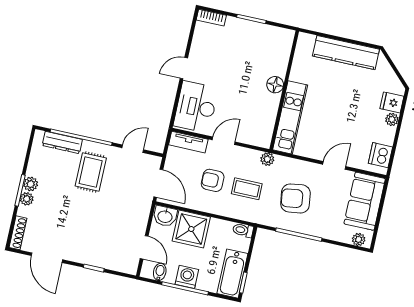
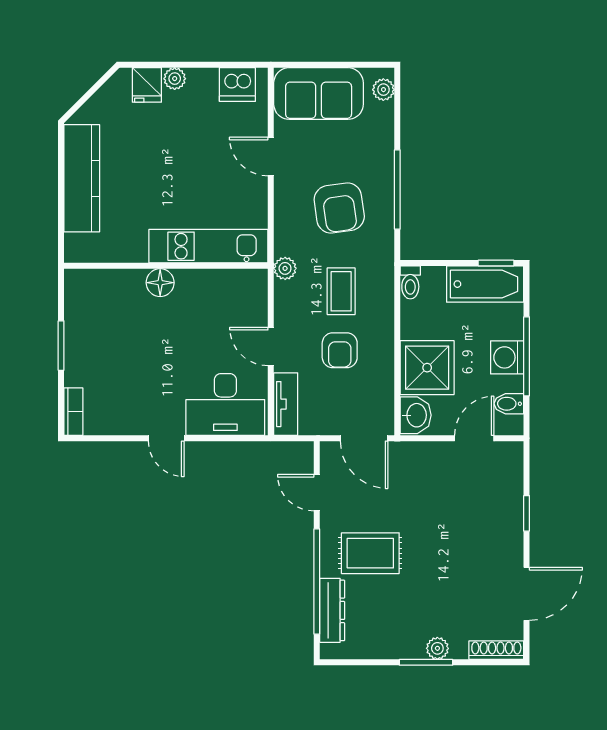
door: (158, 183) -> (364, 438), swing flipped
plant: (31, 184) -> (412, 647), removed

